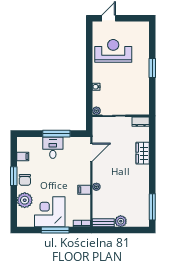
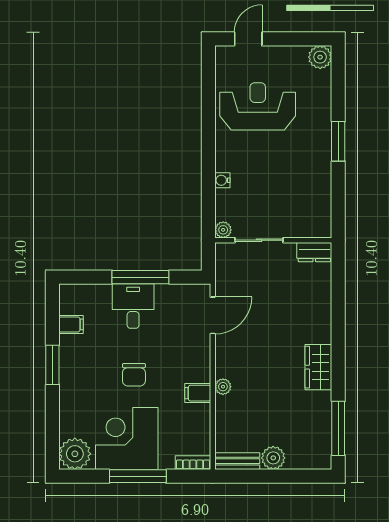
plant: (143, 27) -> (320, 57), added
wardrobe: (143, 153) -> (318, 367), moved
chair: (25, 180) -> (134, 375), moved
plant: (25, 200) -> (75, 454), moved

